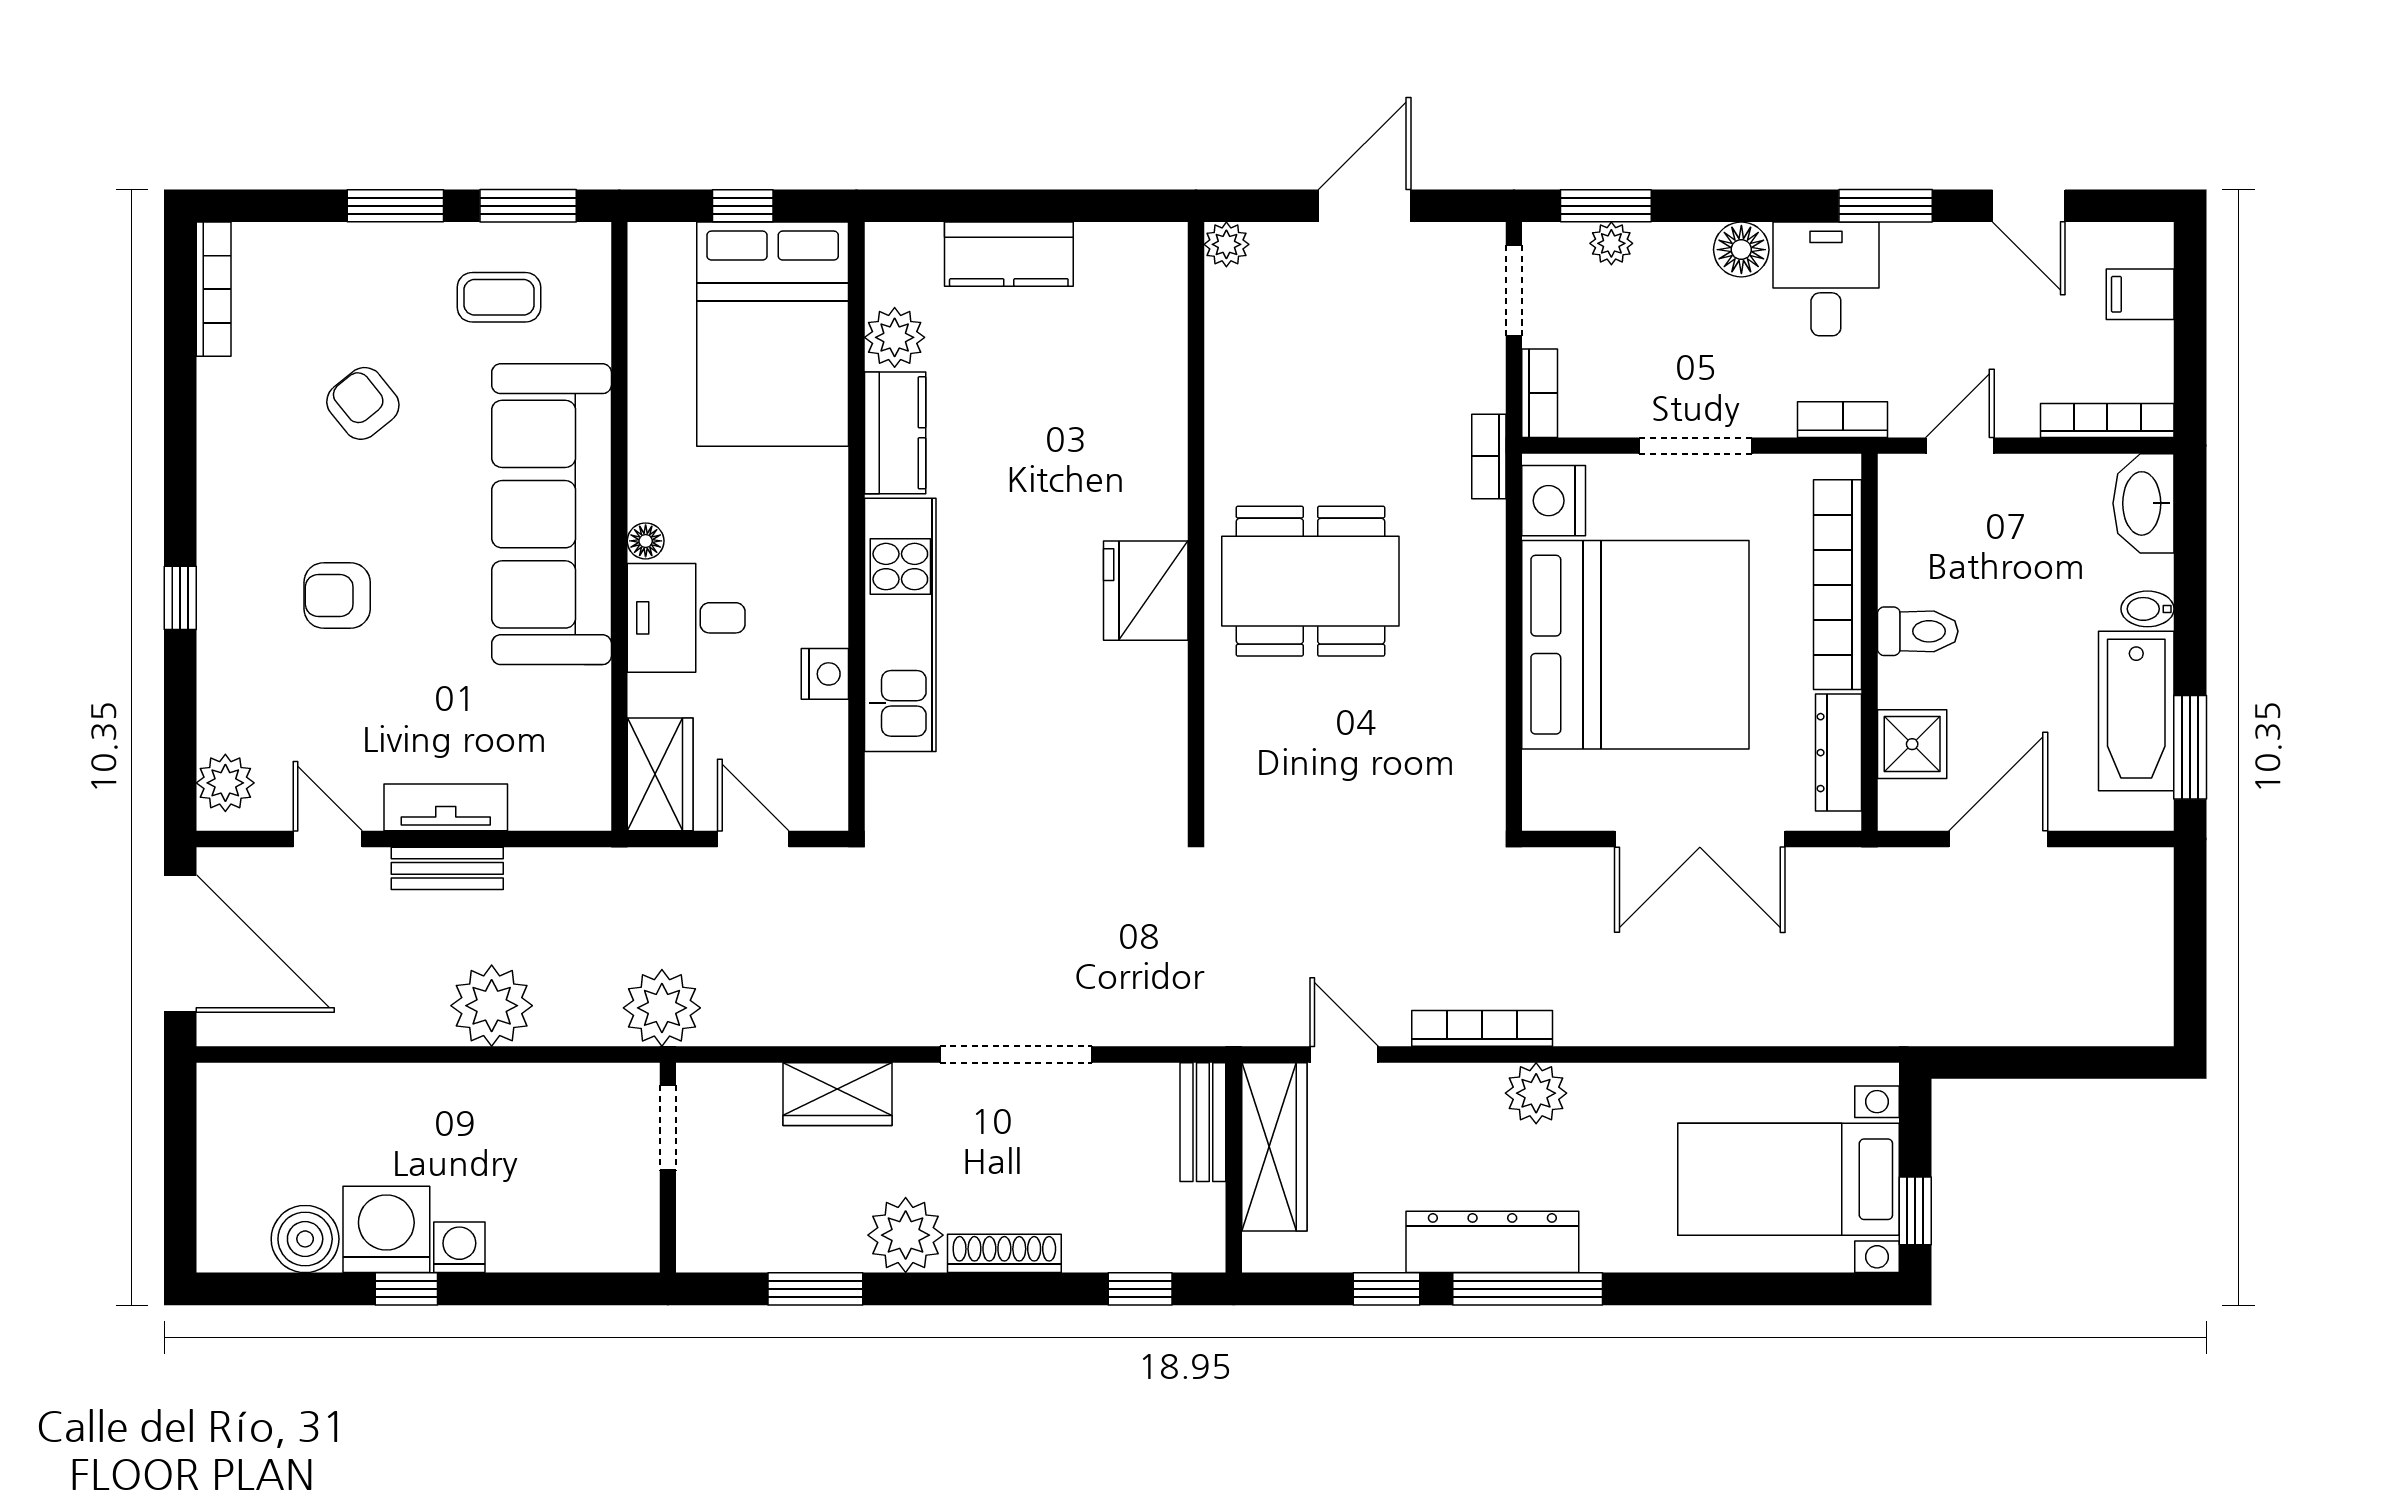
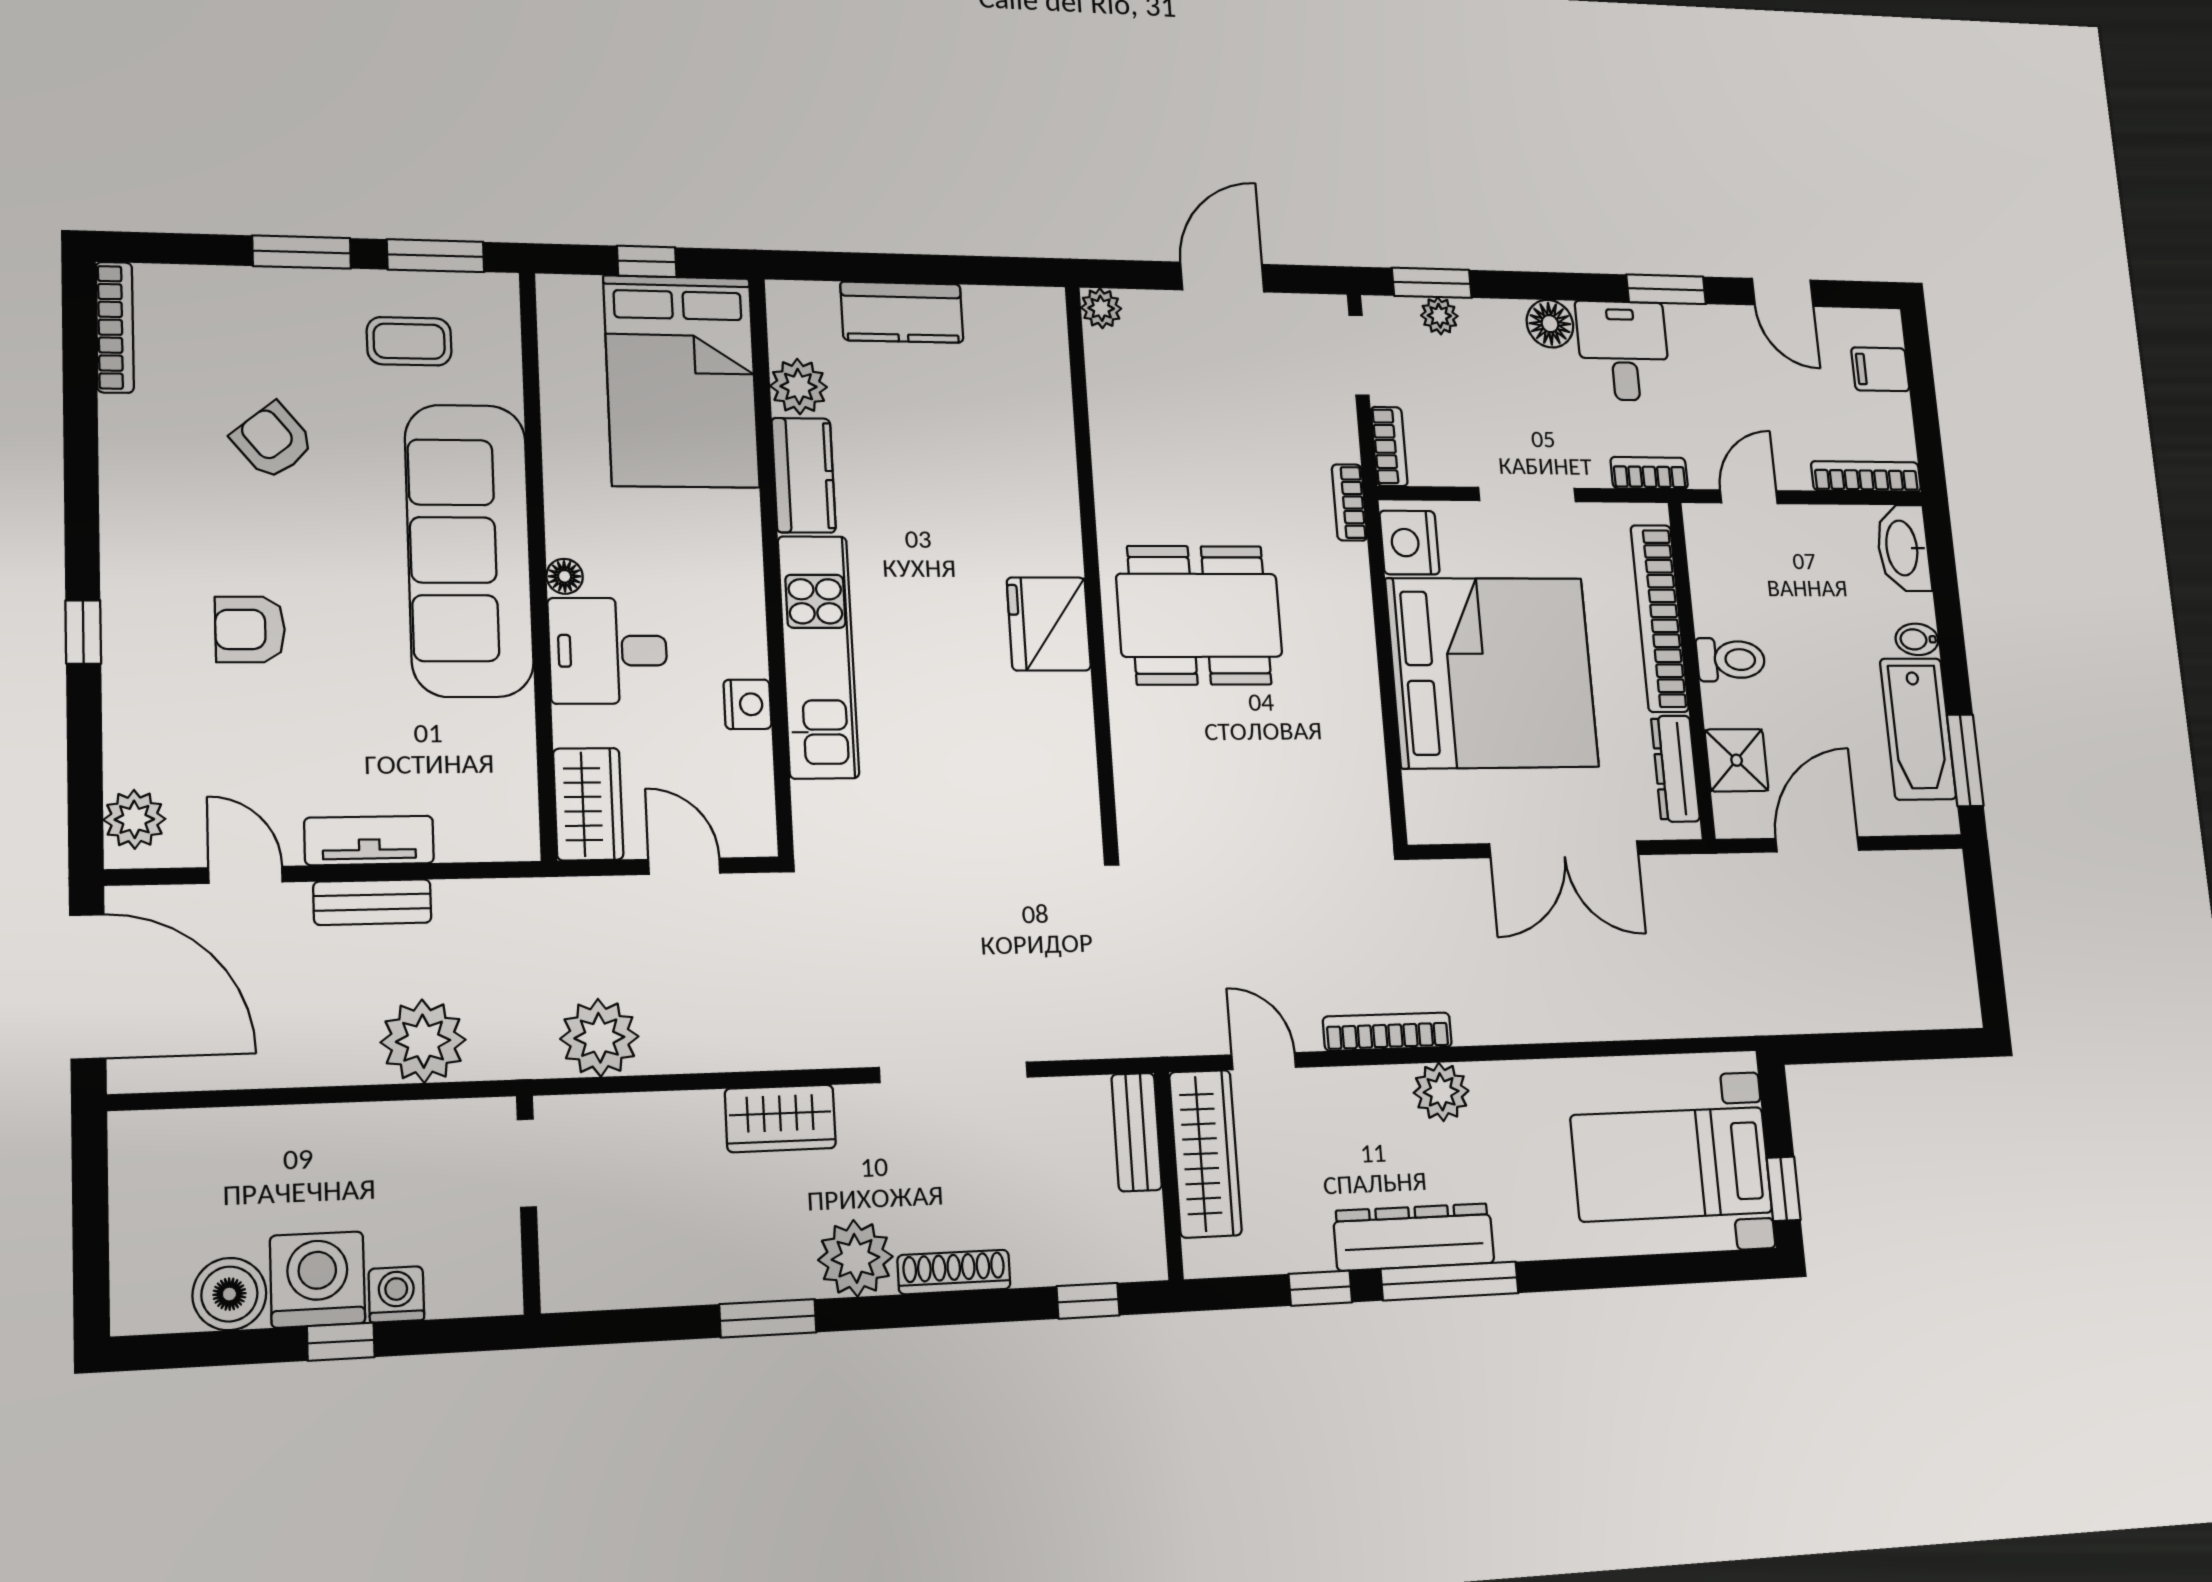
doorway: (668, 1128) -> (527, 1163), moved
wall: (668, 1168) -> (528, 1204), moved

